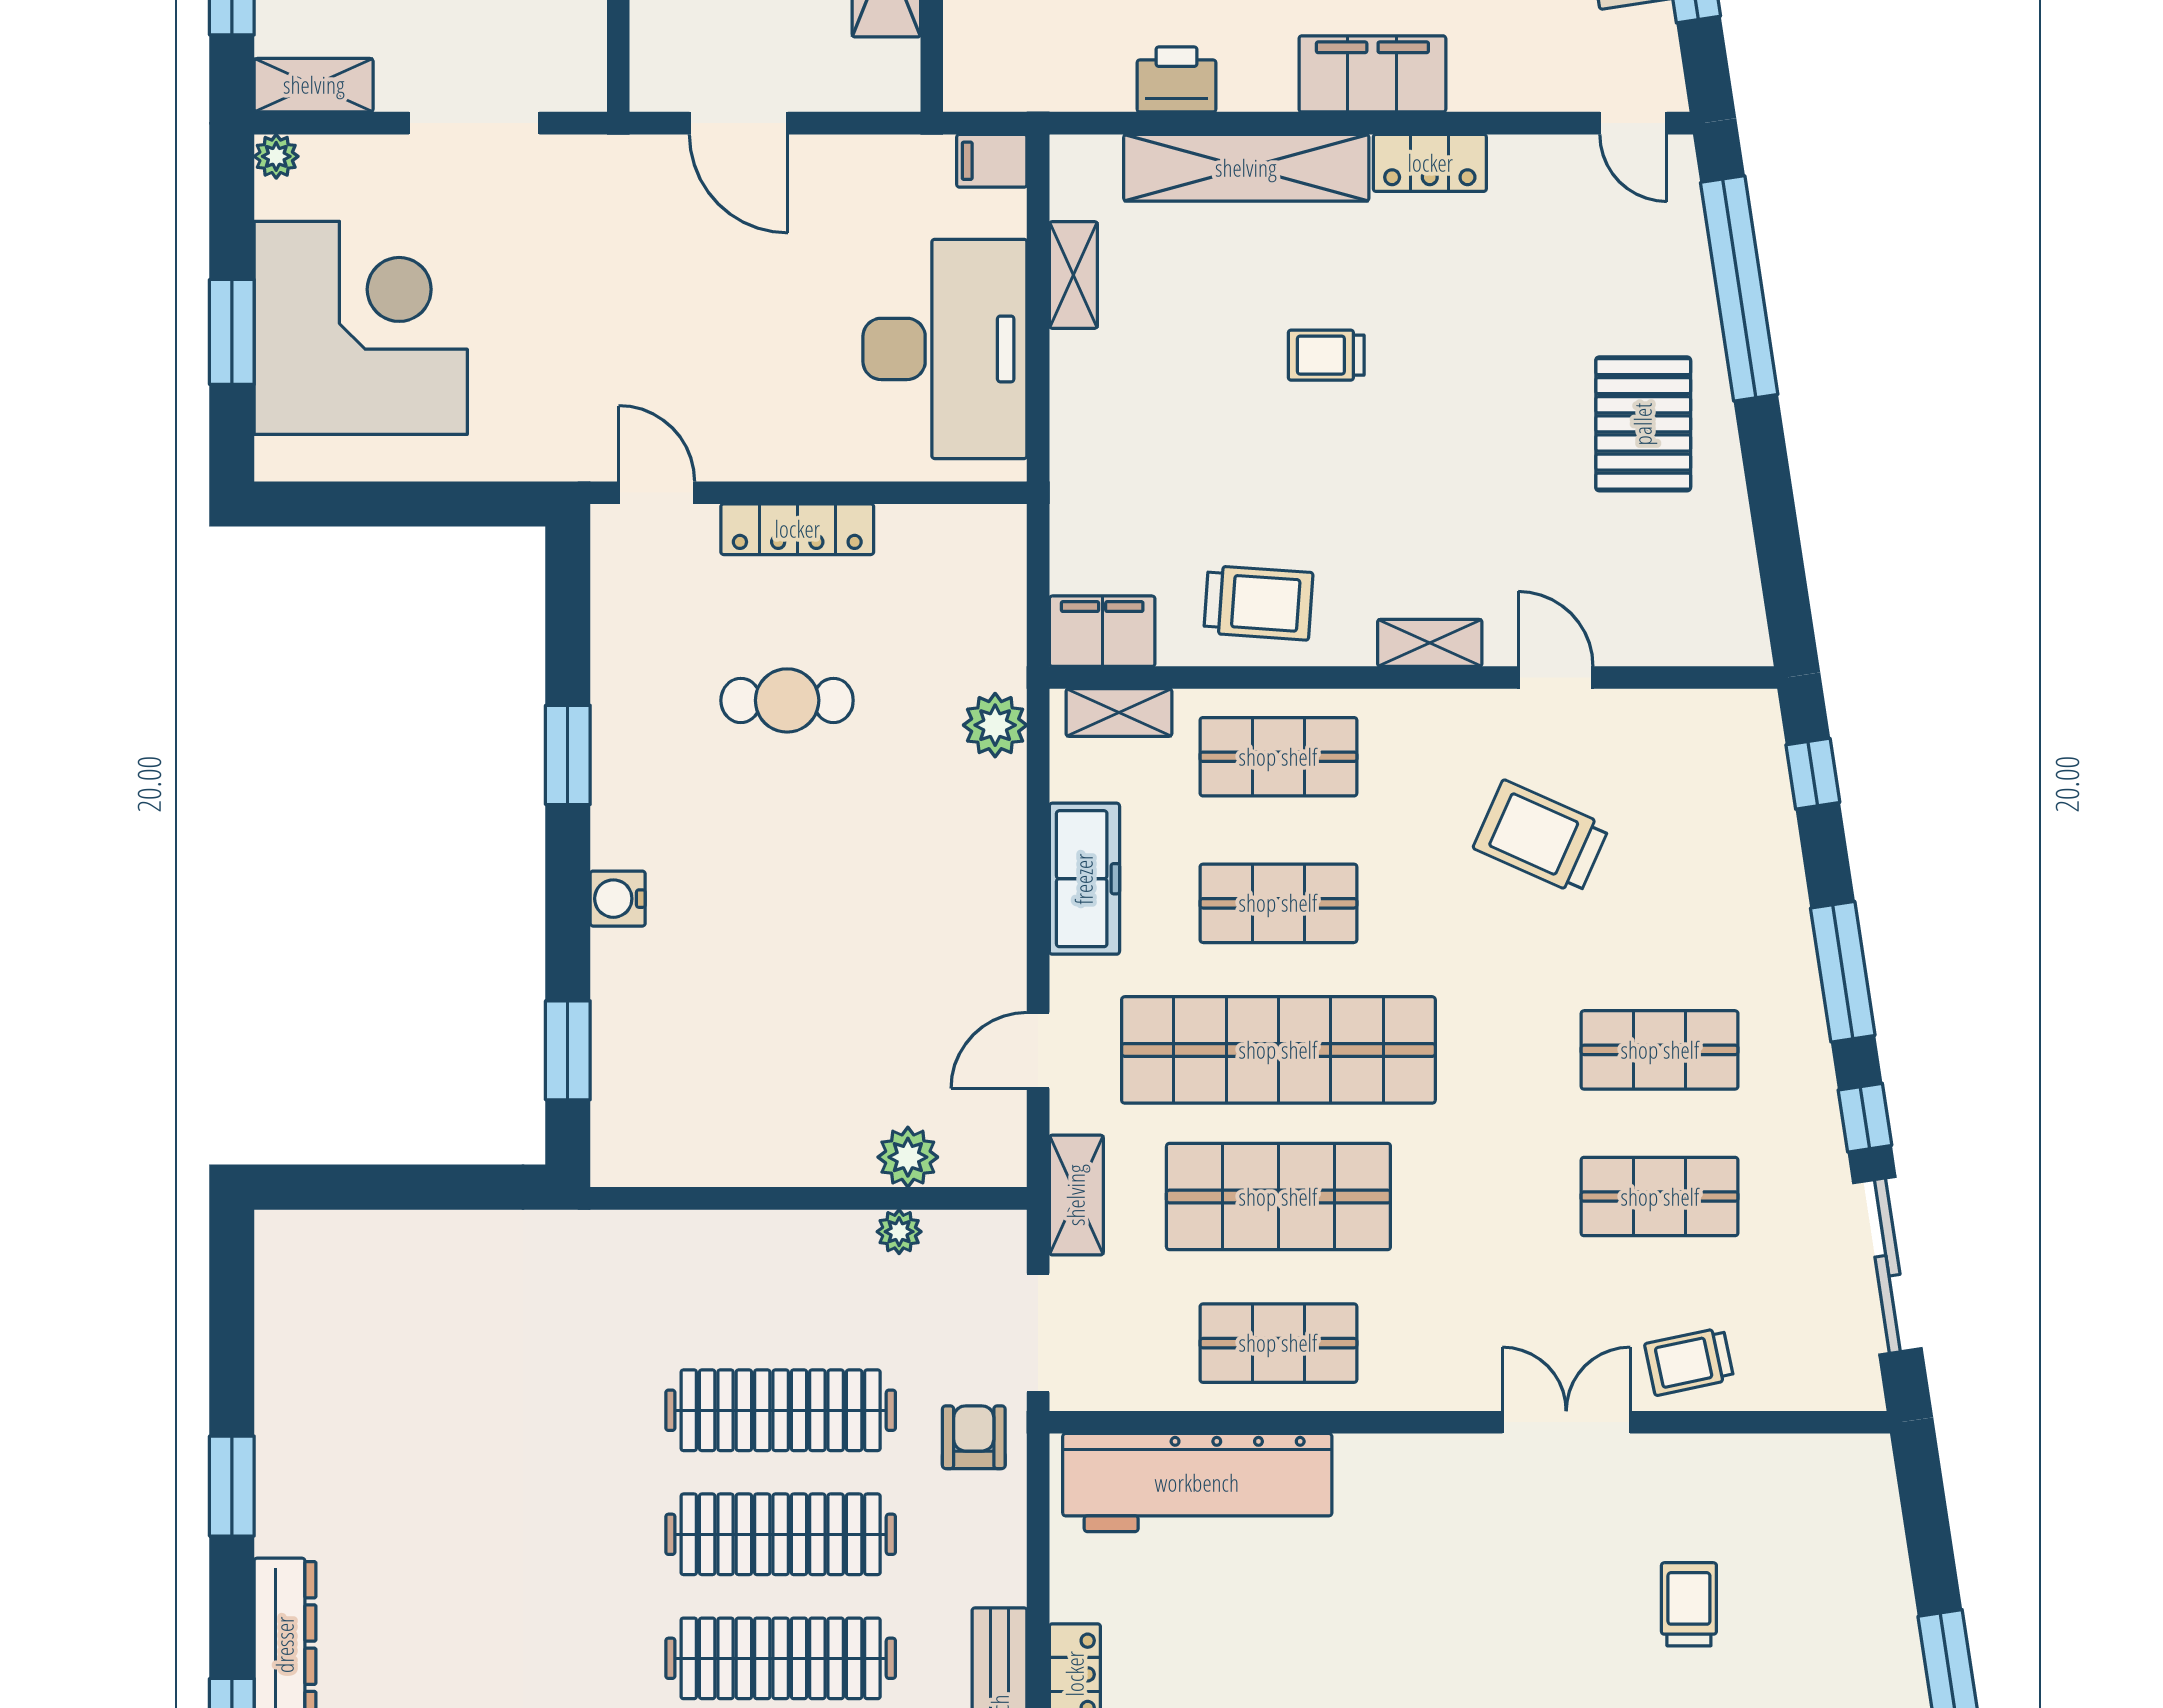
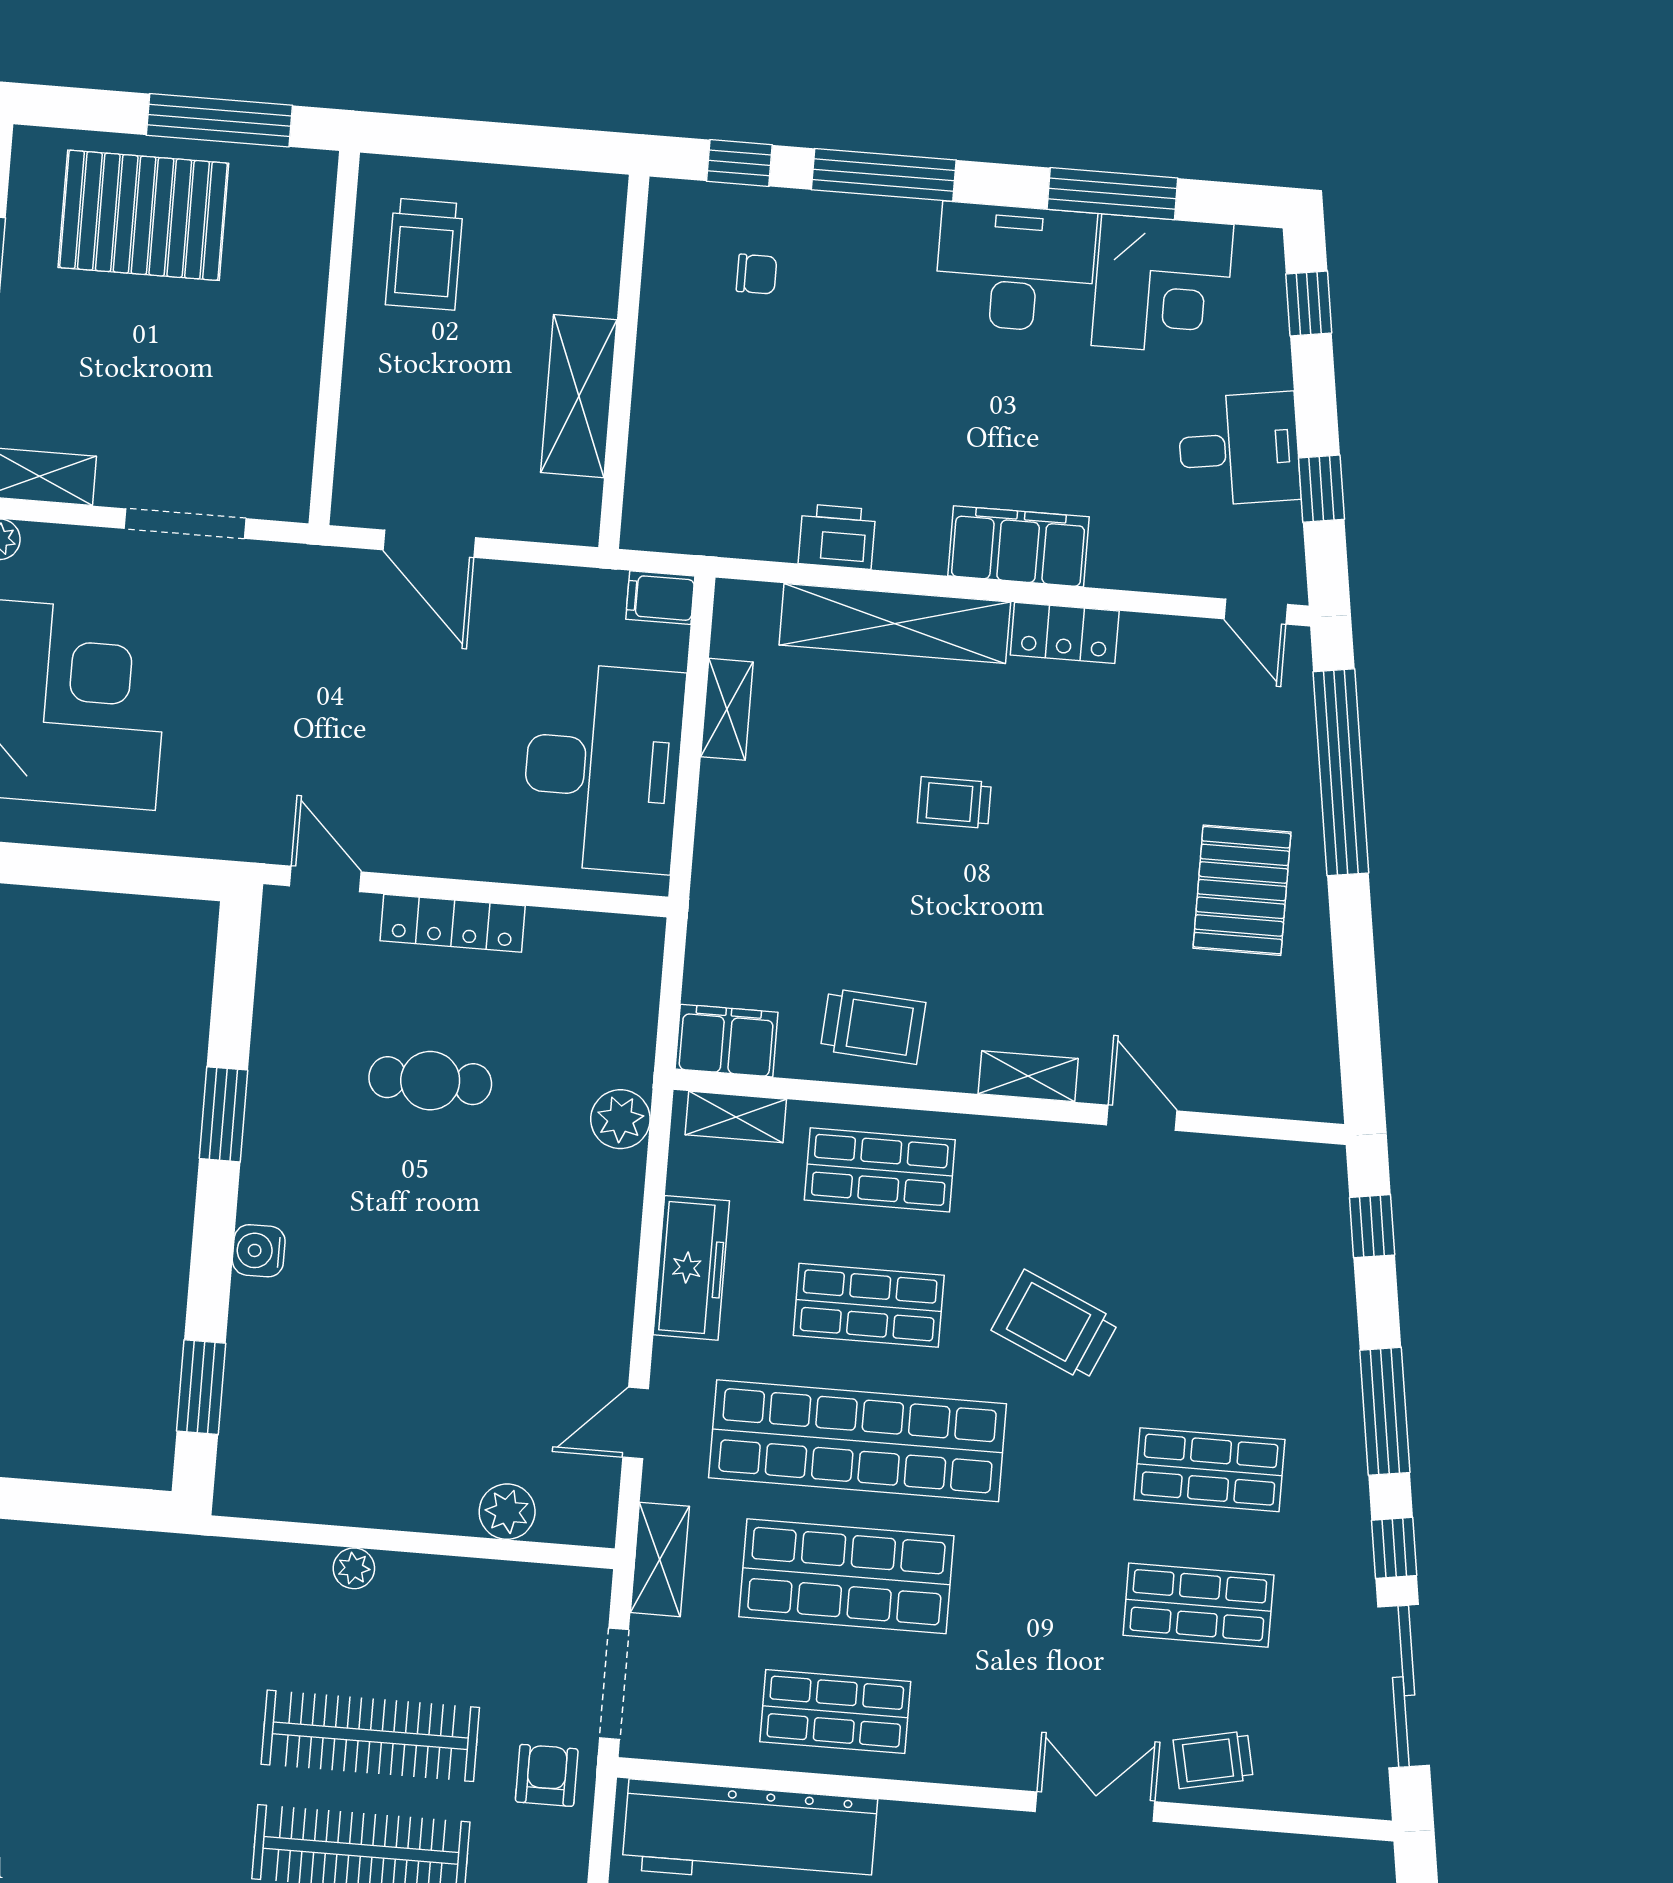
trolley: (1541, 837) -> (1055, 1326), moved
plant: (899, 1232) -> (354, 1568), moved

